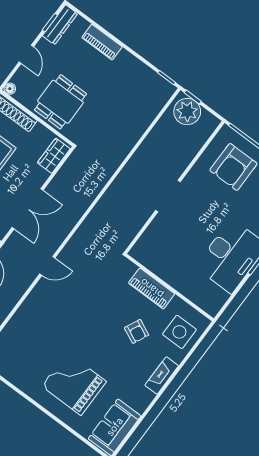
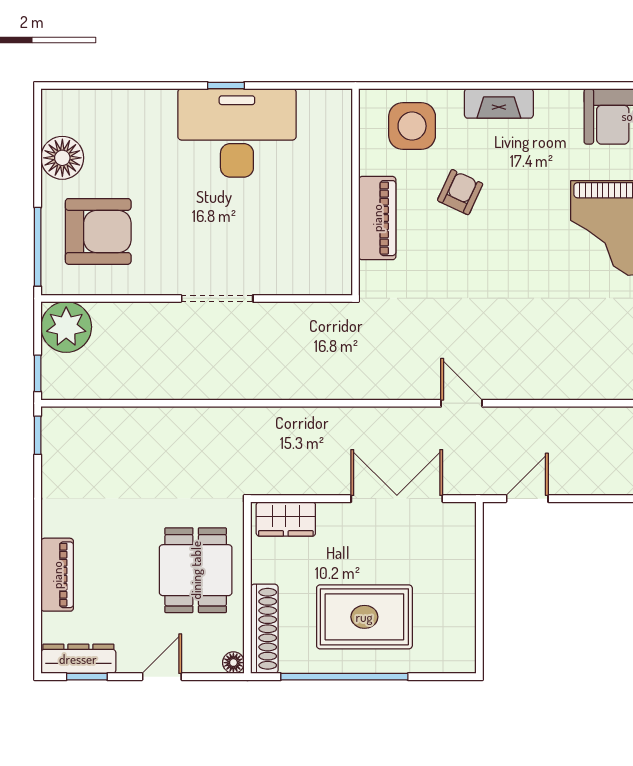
dining table: (60, 102) -> (196, 570), turned 90
plant: (187, 112) -> (66, 327), moved

